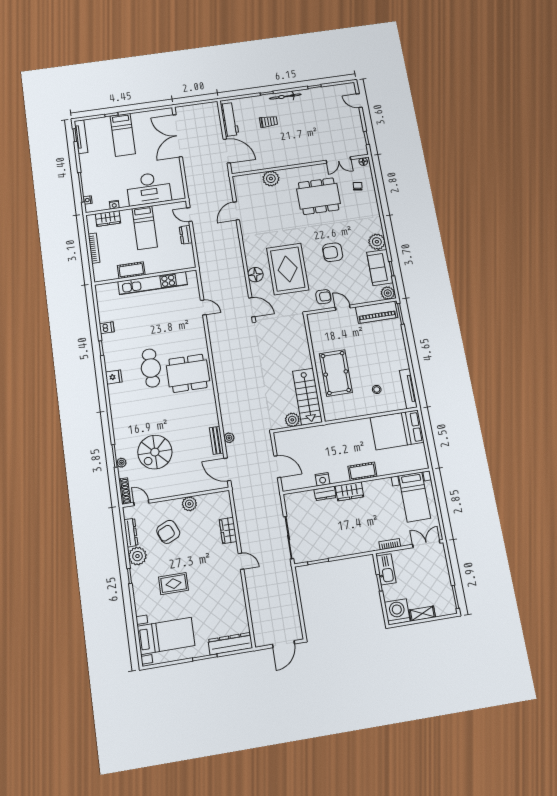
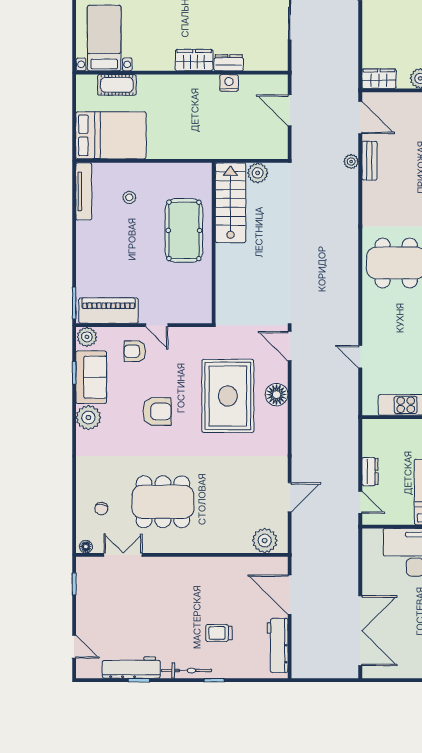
workbench: (321, 93) -> (131, 668), added
plant: (271, 179) -> (265, 541), moved
armchair: (323, 297) -> (135, 351), moved
cot: (362, 471) -> (117, 85), moved
wardrobe: (228, 530) -> (379, 79), moved, turned -90

